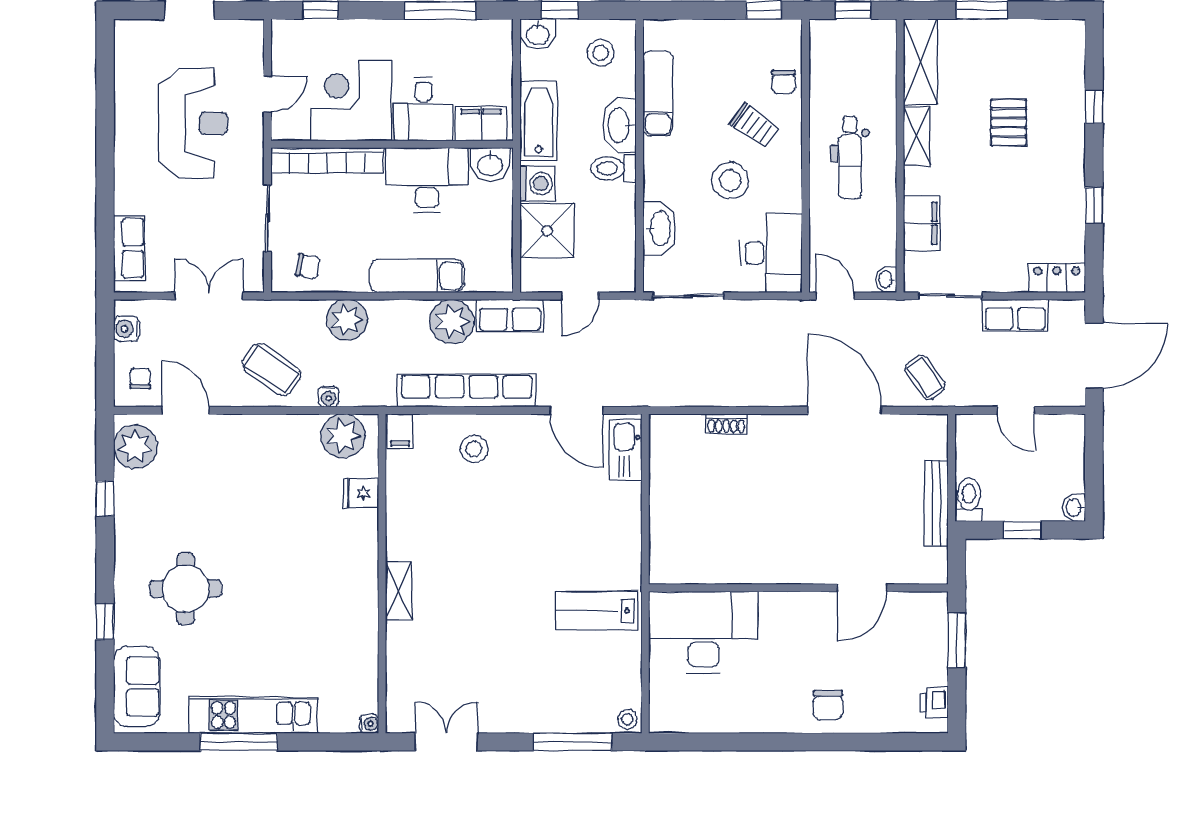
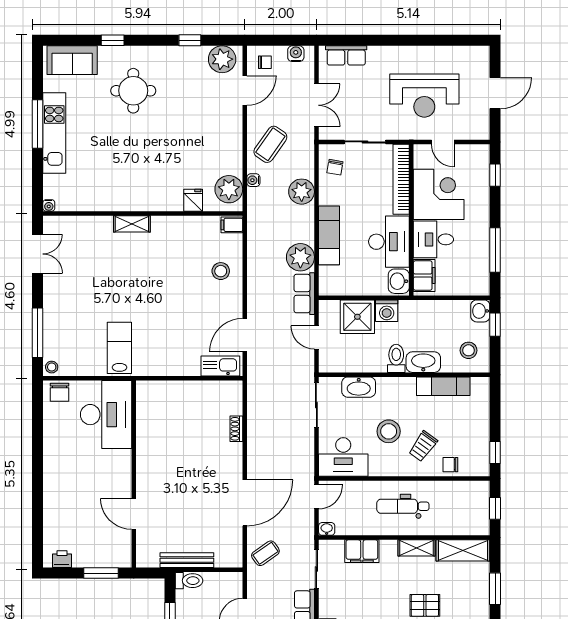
bathtub: (539, 121) -> (426, 311), removed
row of seats: (466, 391) -> (257, 266), removed
chair: (828, 705) -> (59, 392), moved, turned -90

